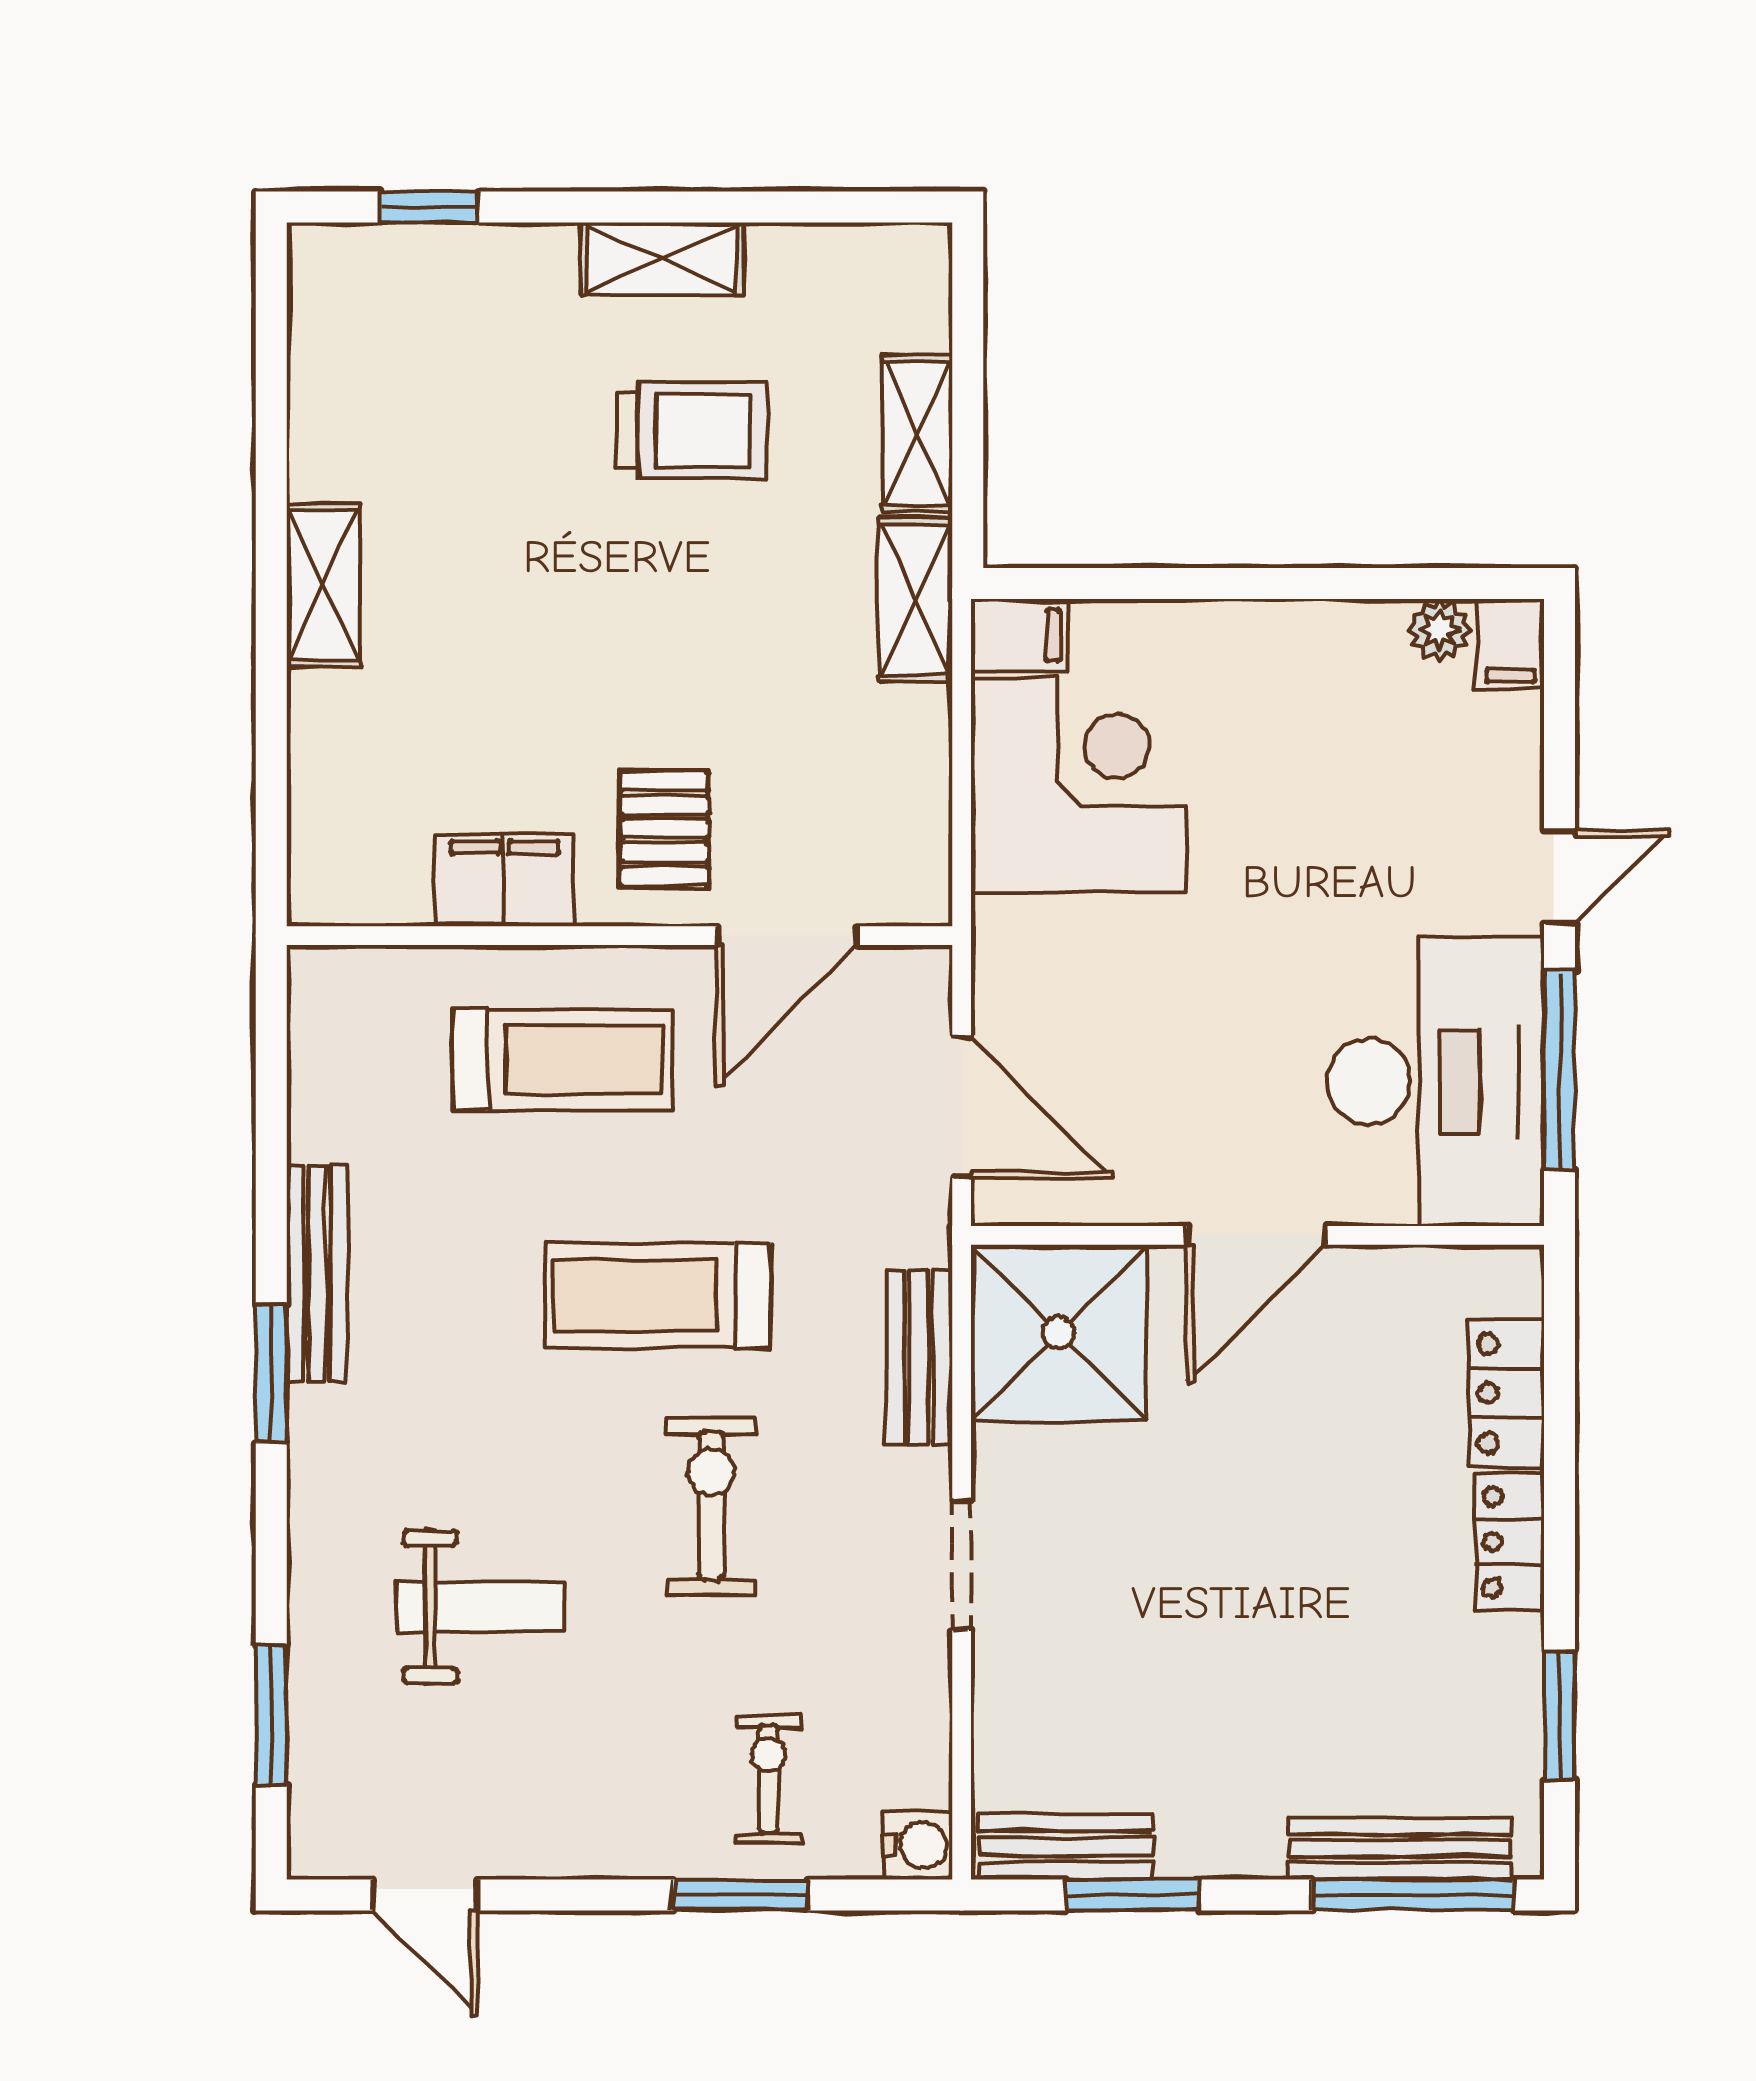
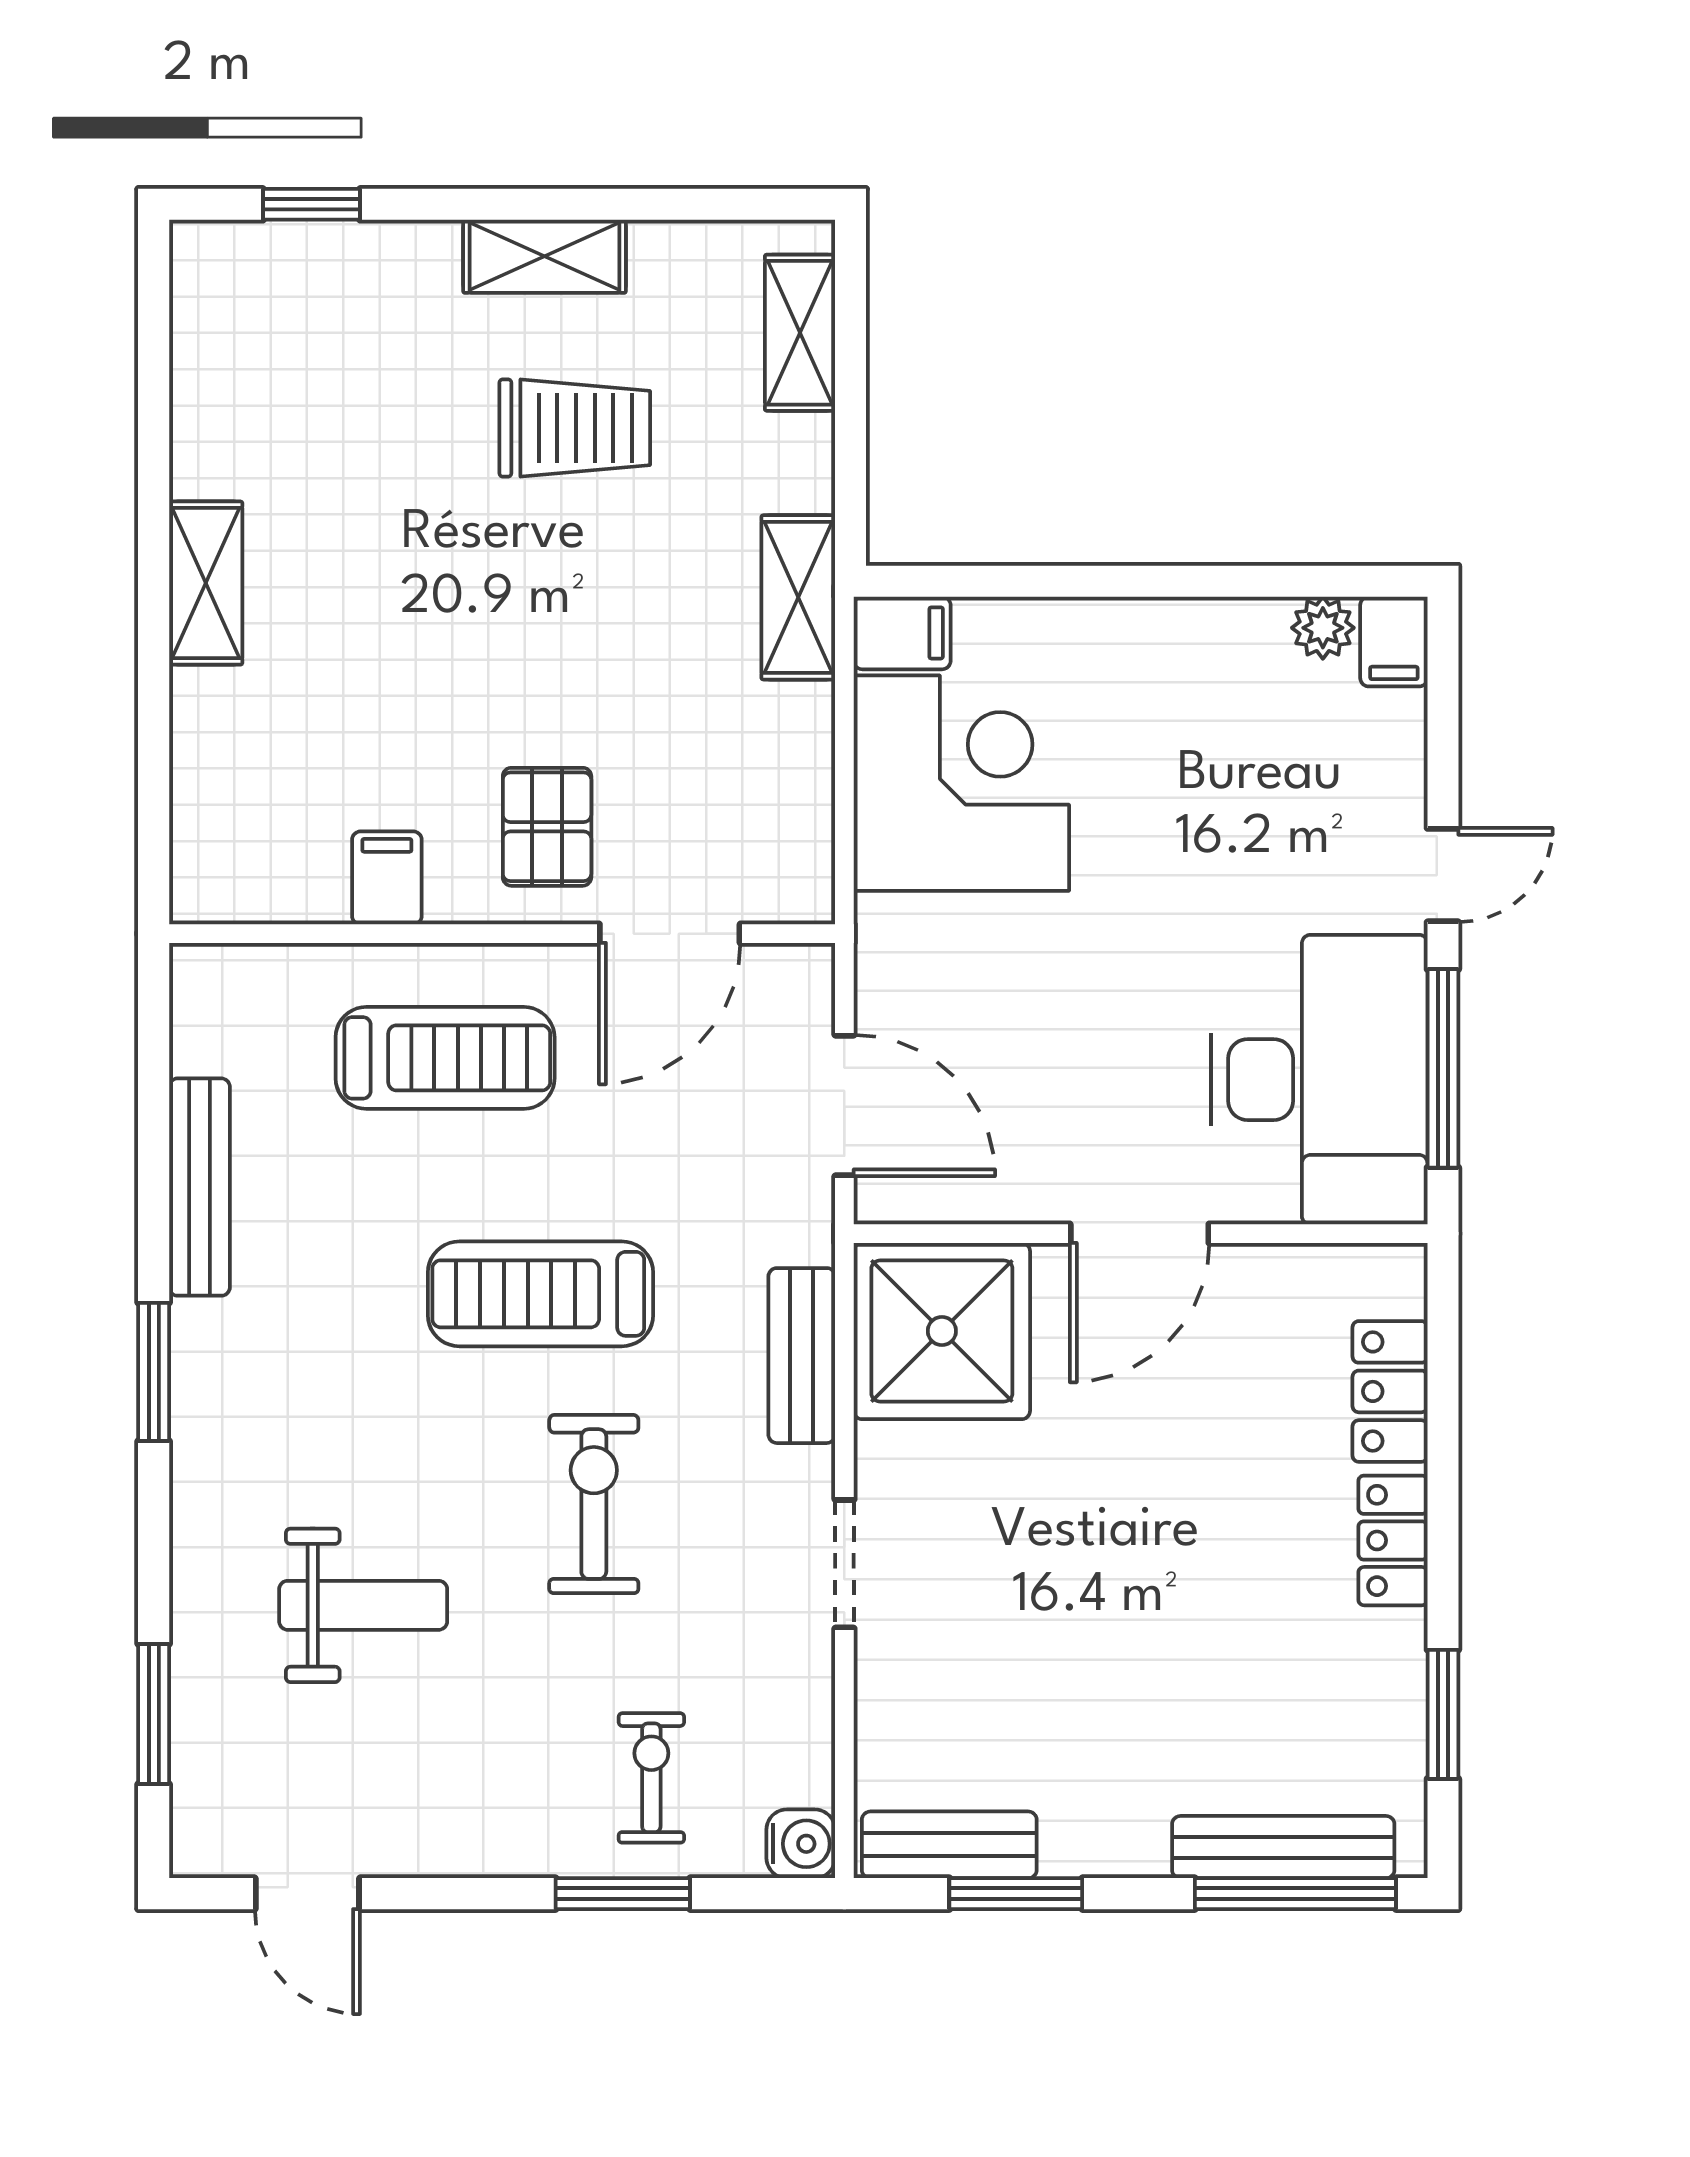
shelving: (917, 433) -> (800, 333), moved
filing cabinet: (504, 880) -> (387, 878), width x0.50
bench: (317, 1274) -> (199, 1187), moved

